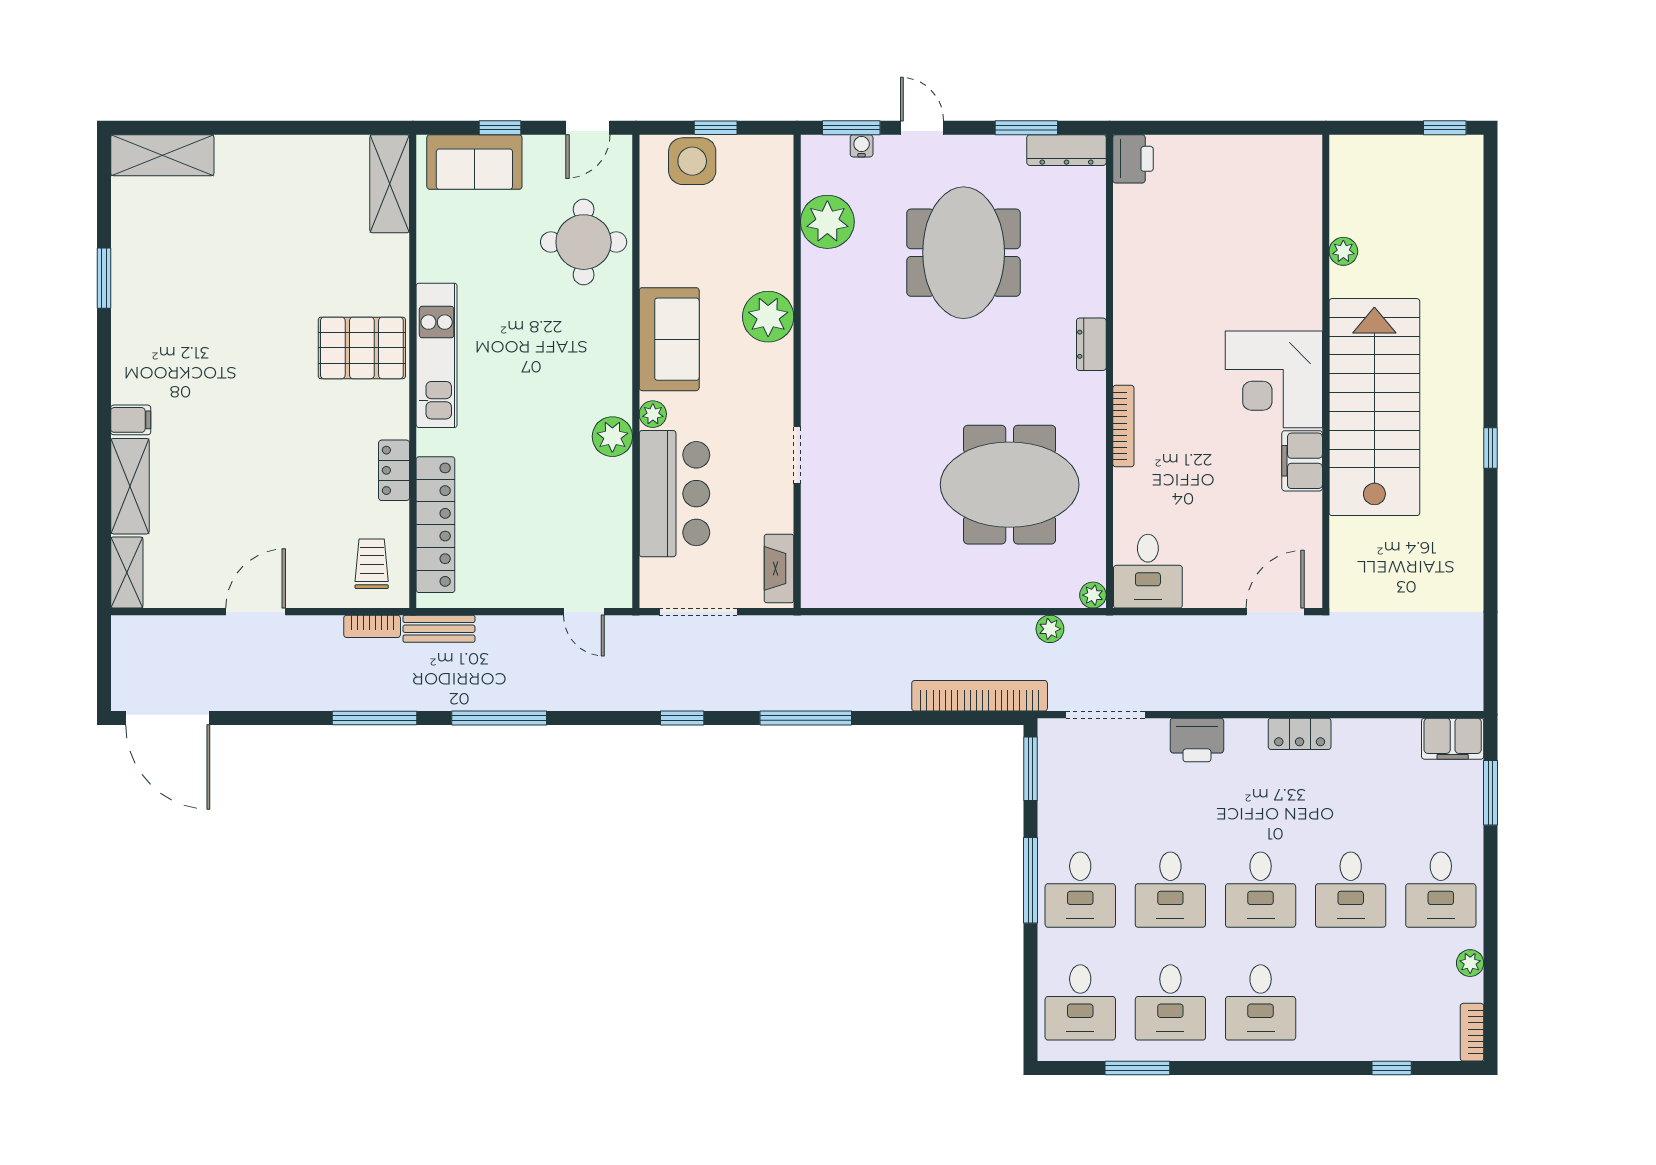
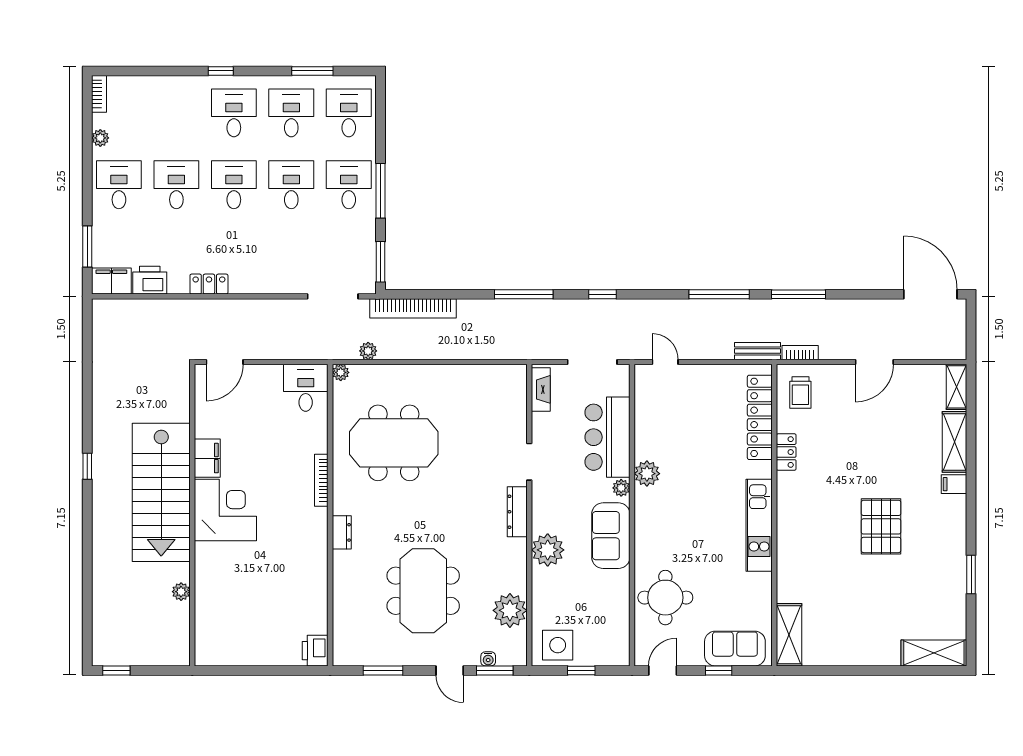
dresser: (1067, 150) -> (517, 512), moved, turned -90
side table: (692, 161) -> (558, 645), moved
pallet: (362, 348) -> (881, 526), moved, turned 90
printer: (1197, 740) -> (150, 280), moved
window: (1392, 1068) -> (221, 71), moved

